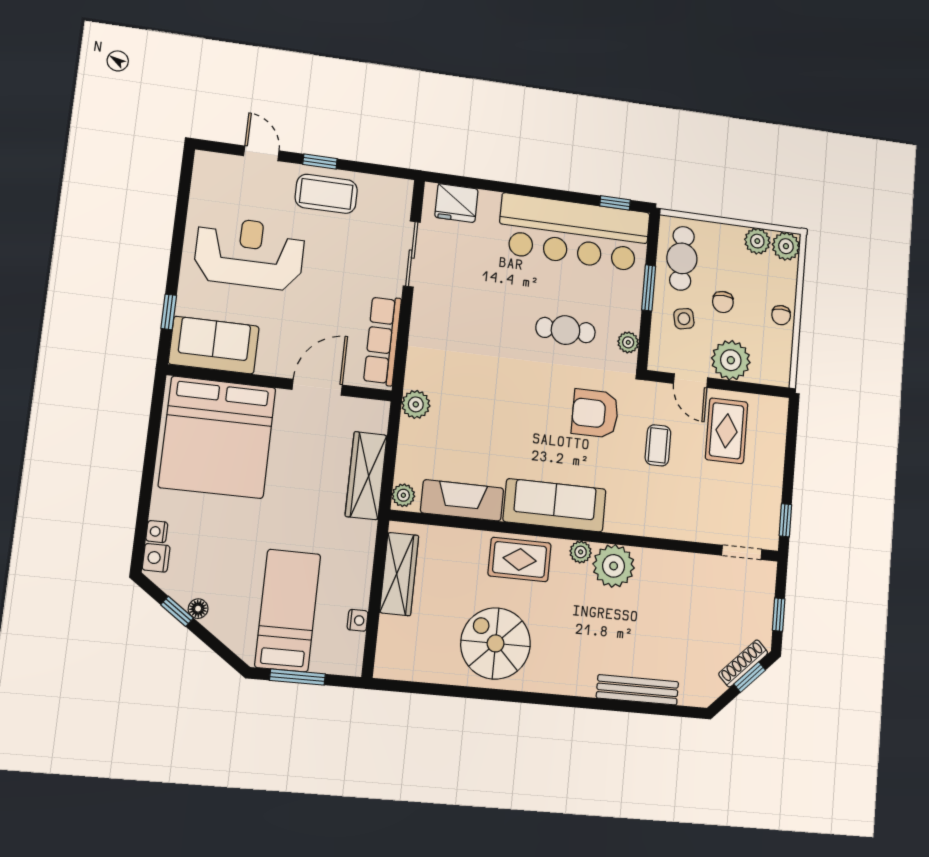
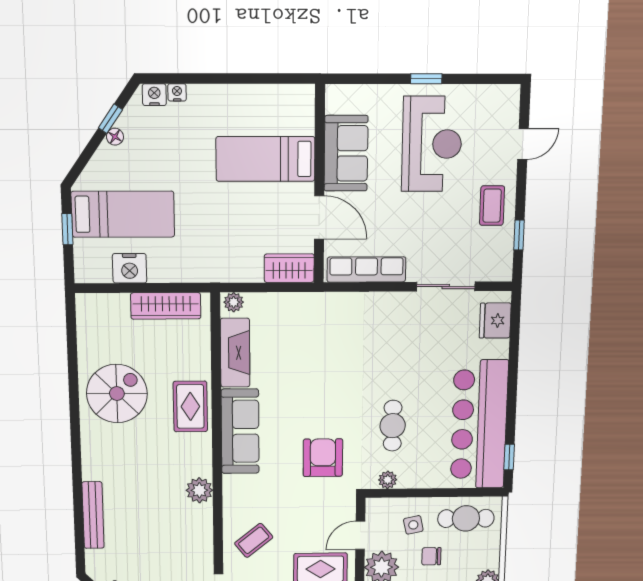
window: (320, 162) -> (519, 235), moved
coffee table: (326, 194) -> (492, 206), width x0.73, depth x0.77
window: (649, 288) -> (437, 493), removed
window: (169, 312) -> (426, 79), moved
sofa: (214, 345) -> (346, 153), moved
plant: (416, 404) -> (314, 304), removed
bed: (217, 437) -> (266, 159), width x0.49
coffee table: (658, 445) -> (254, 540), moved, turned -39
wardrobe: (366, 476) -> (289, 268), moved, width x0.67
plant: (581, 552) -> (203, 457), removed
plant: (614, 566) -> (199, 490), width x0.73, depth x0.73
nightstand: (358, 620) -> (130, 268), width x1.89, depth x1.79
window: (297, 677) -> (67, 229), width x0.67

